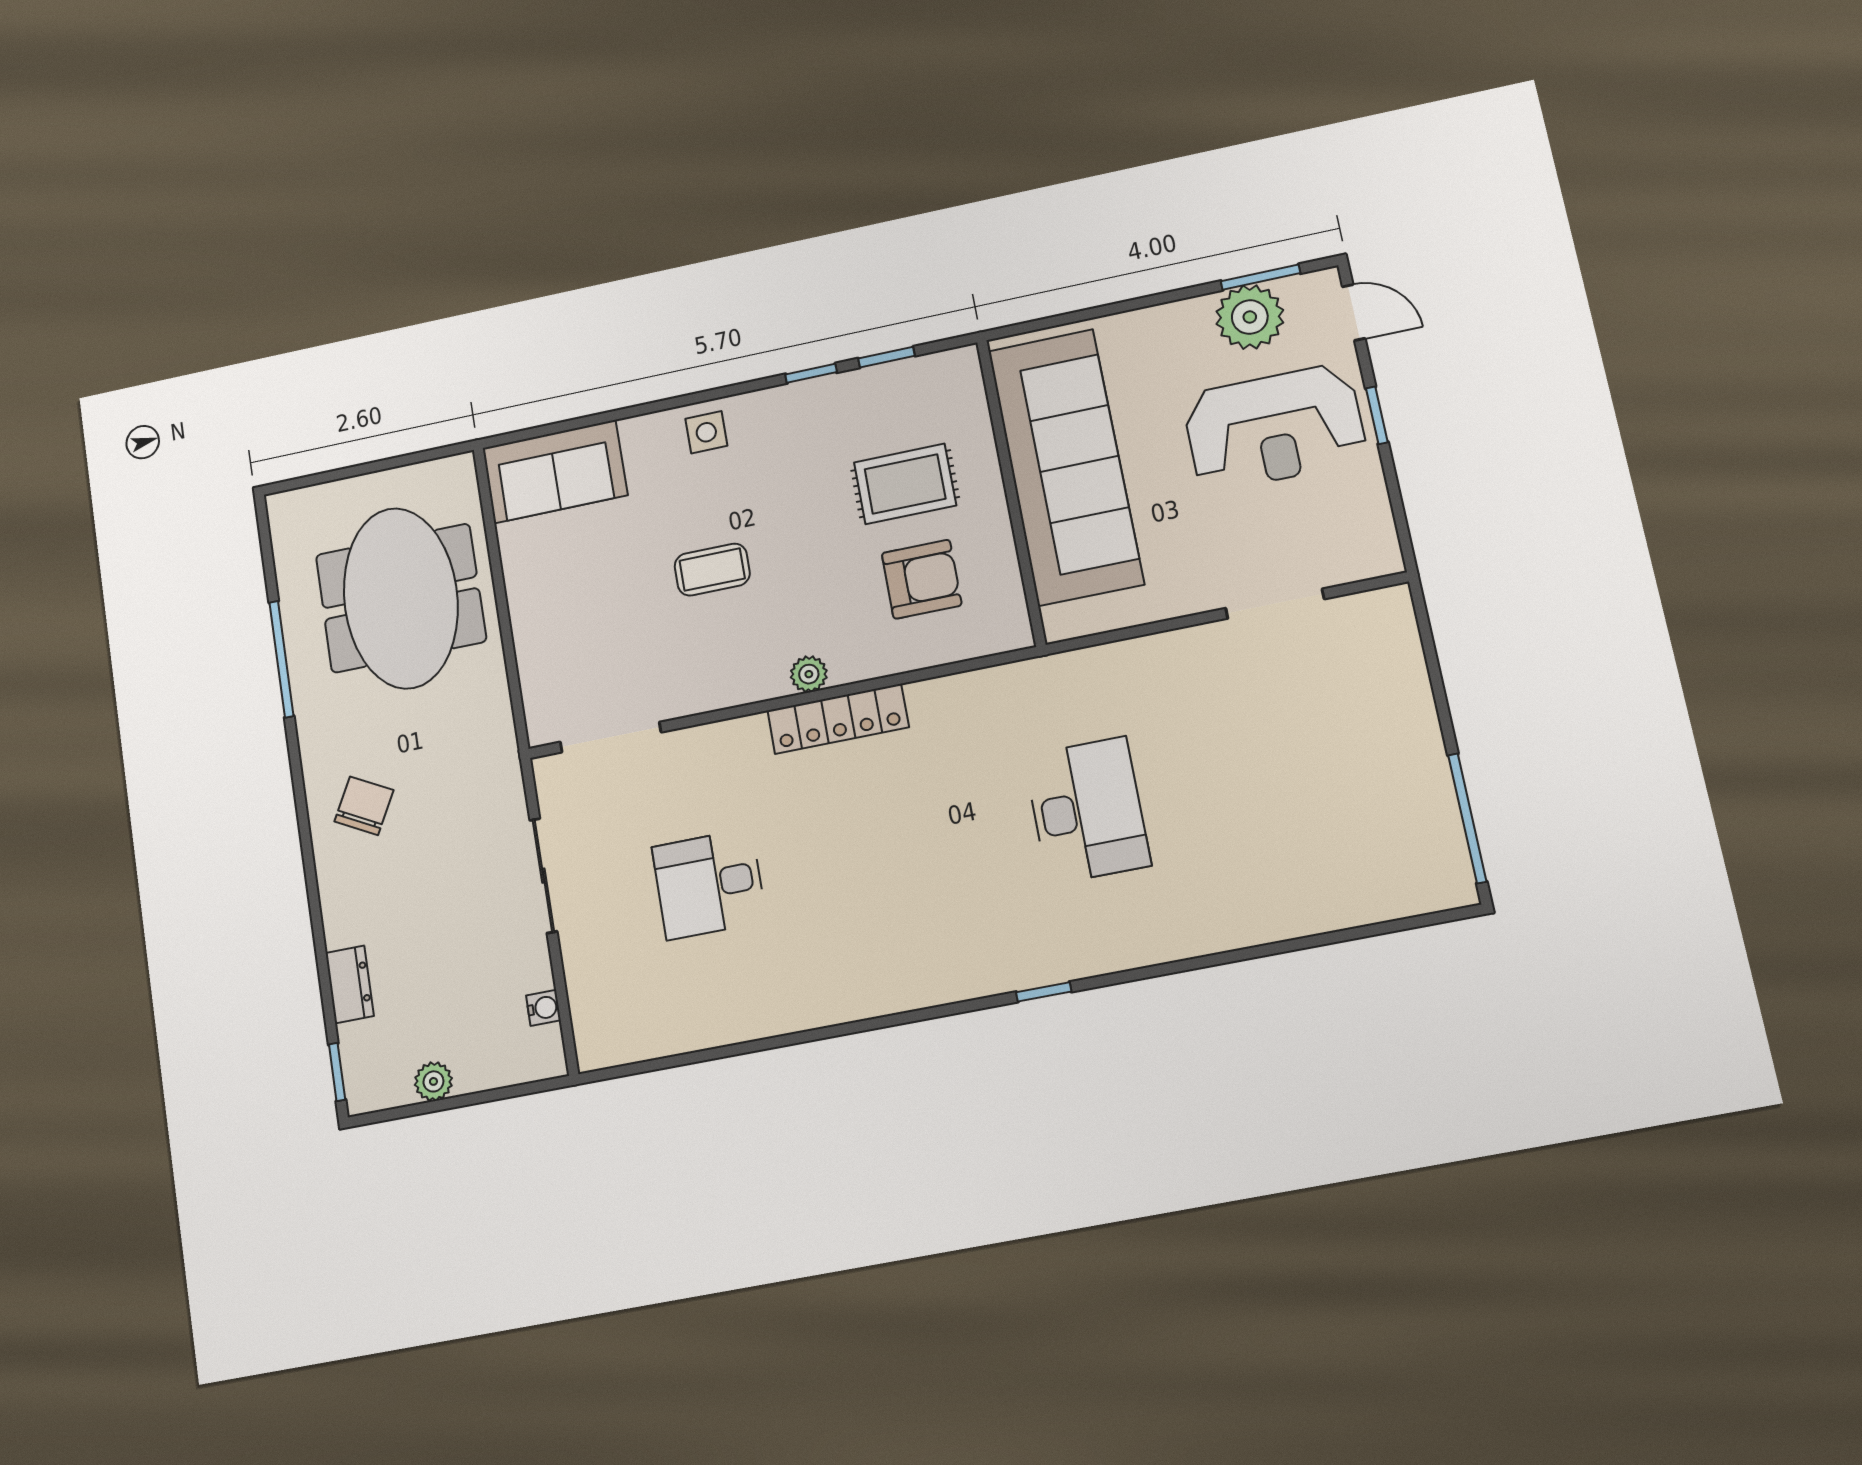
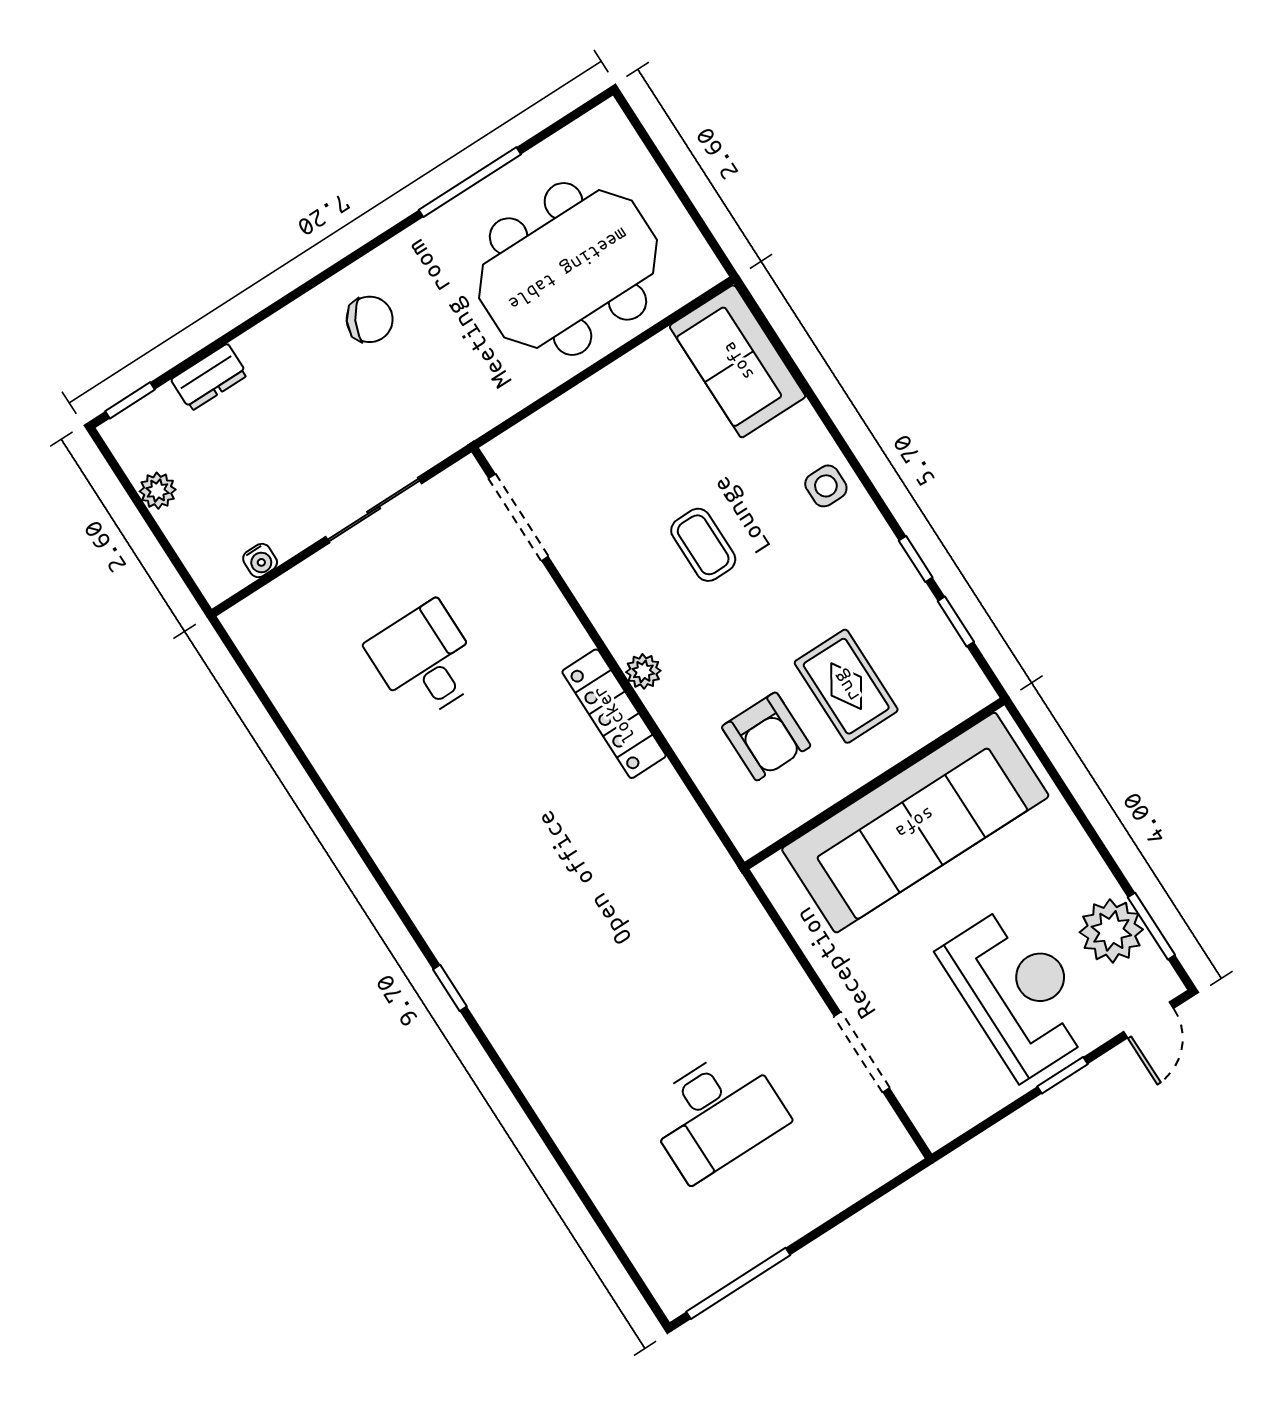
reception desk: (1274, 428) -> (1018, 991), turned 180
desk: (1087, 811) -> (716, 1114), moved

